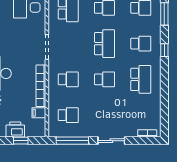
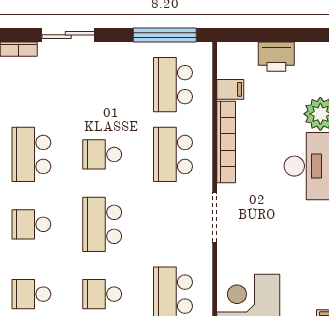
school desk: (68, 79) -> (173, 154), width x1.85
school desk: (68, 115) -> (173, 85), width x1.85
window: (21, 141) -> (266, 35), removed
sliding door: (111, 141) -> (68, 35), moved

